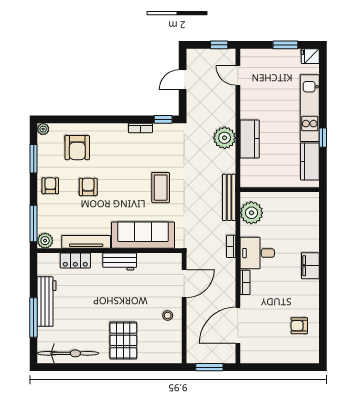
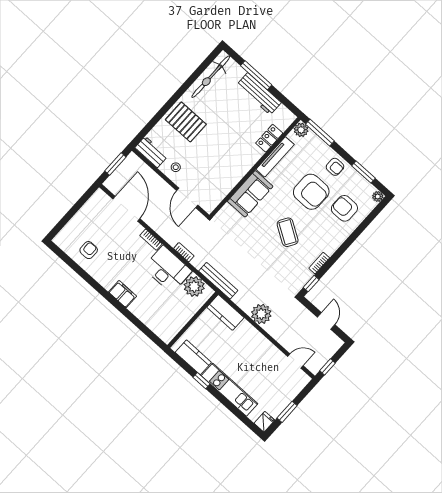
kitchen counter: (250, 139) -> (225, 312), moved
armchair: (88, 187) -> (311, 192), width x1.88, depth x1.88
coffee table: (161, 188) -> (288, 232), moved, turned 32
sofa: (143, 235) -> (250, 194), width x0.73
desk: (257, 253) -> (167, 269), width x1.37
workbench: (120, 262) -> (151, 152), moved, turned 90

